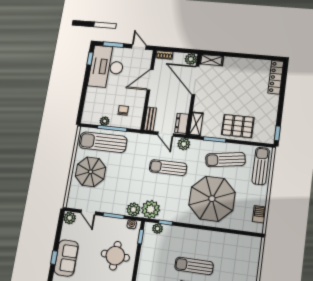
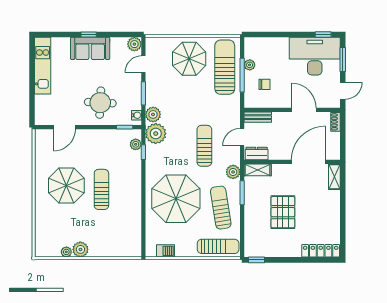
plant: (191, 59) -> (333, 153), removed
pallet: (238, 126) -> (283, 212), moved
plant: (184, 144) -> (233, 172), moved

